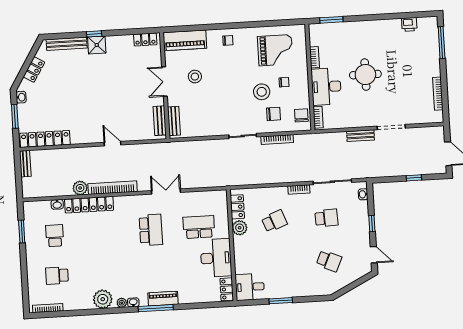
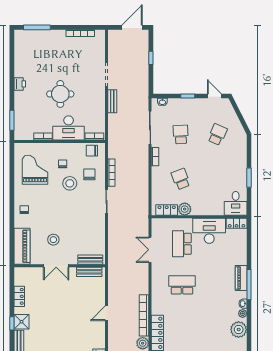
printer: (409, 24) -> (20, 84), moved
locker: (145, 39) -> (19, 296), moved
double door: (166, 192) -> (150, 250), moved
door: (374, 255) -> (214, 96), hinge flipped

